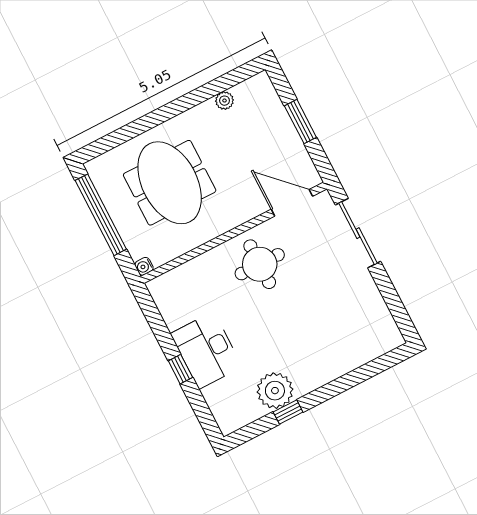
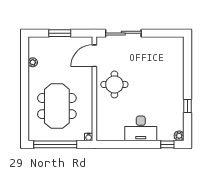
meeting table: (170, 183) -> (57, 106), turned 90
window: (180, 369) -> (167, 144), moved
plant: (275, 391) -> (179, 136), moved, width x0.53, depth x0.53

